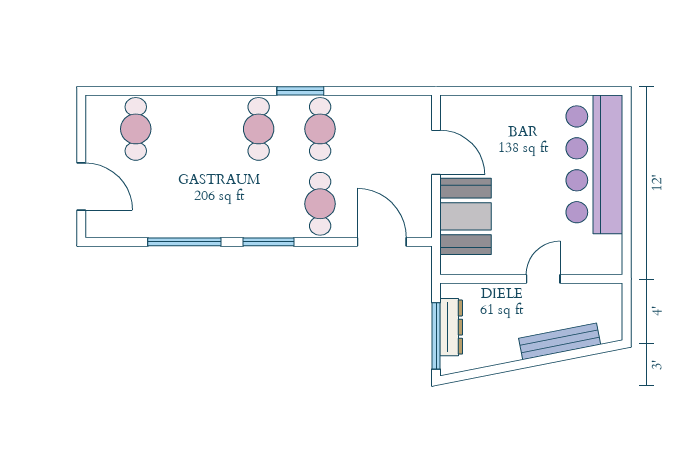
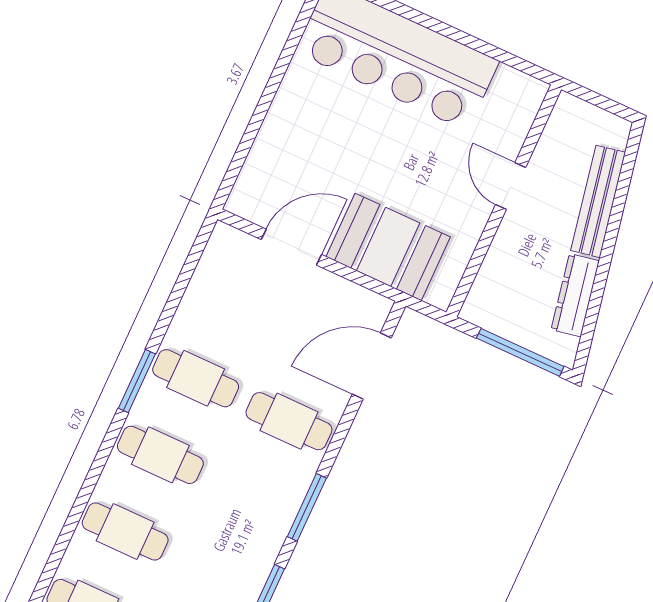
cafe table: (197, 129) -> (125, 531), added
dresser: (451, 327) -> (575, 295), moved, turned -101

